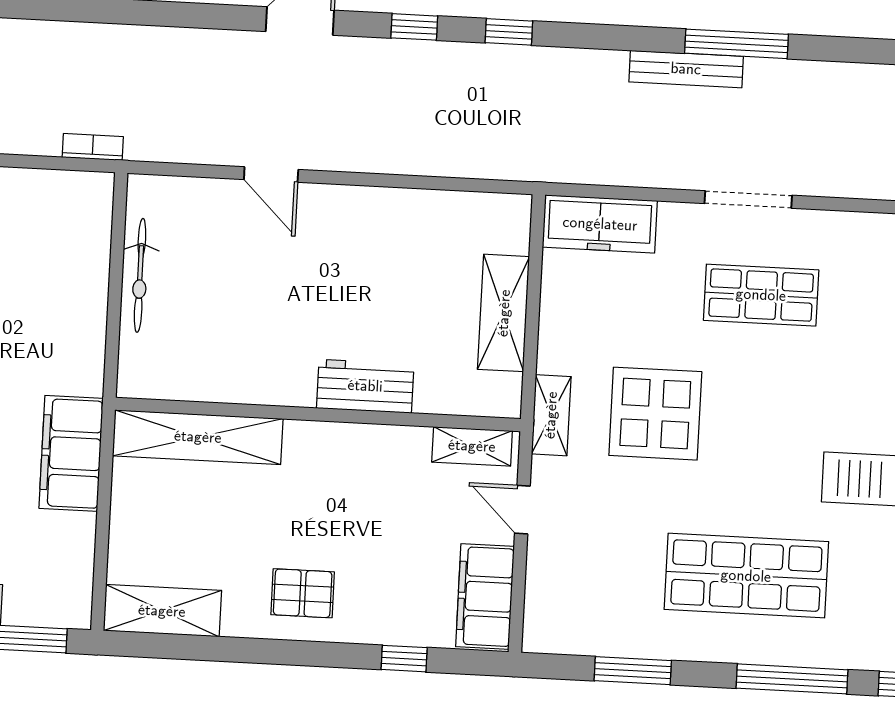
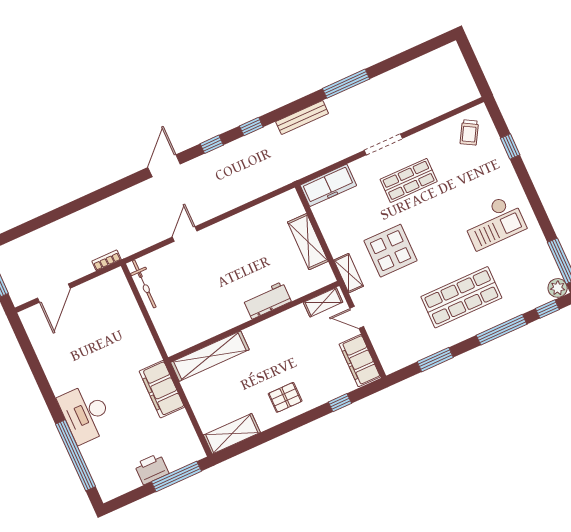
bench: (686, 69) -> (302, 117), moved
door: (271, 174) -> (185, 234), swing flipped
bicycle: (140, 275) -> (144, 284), moved

